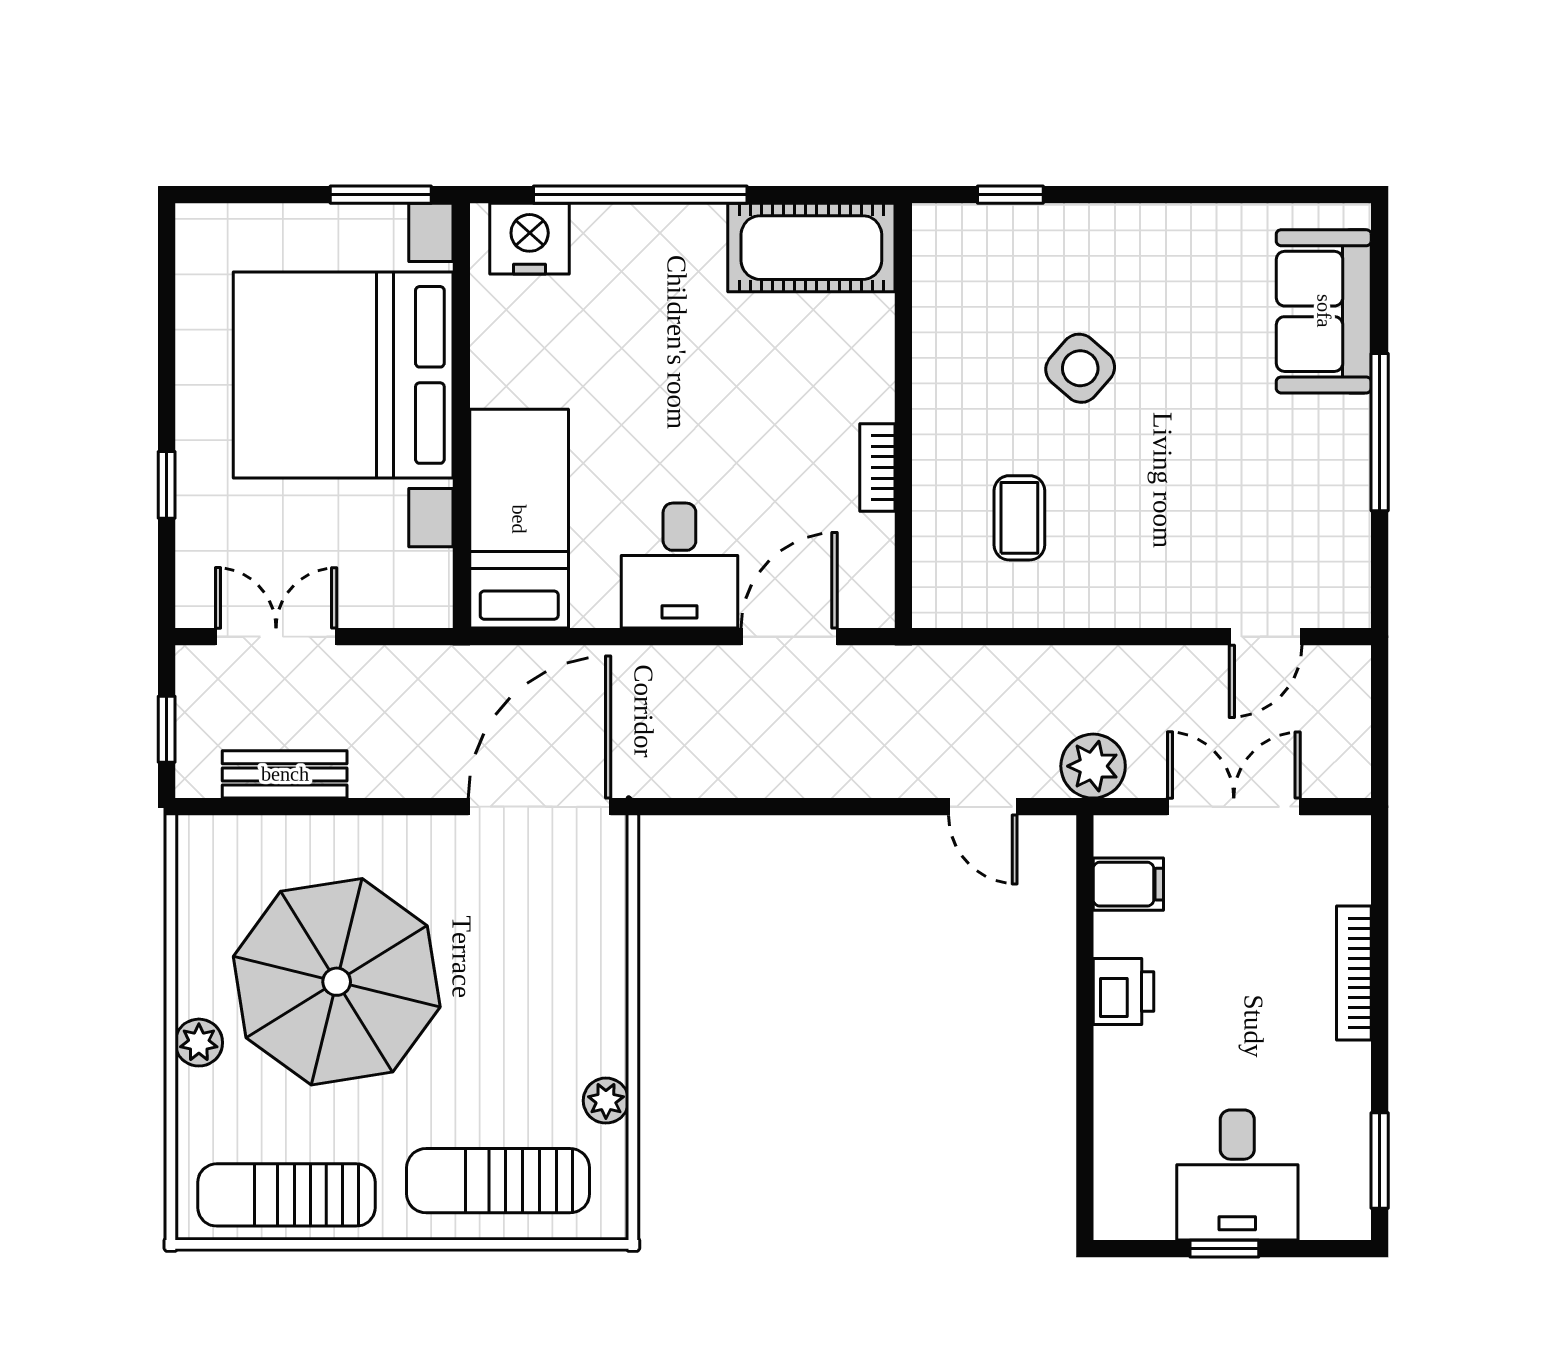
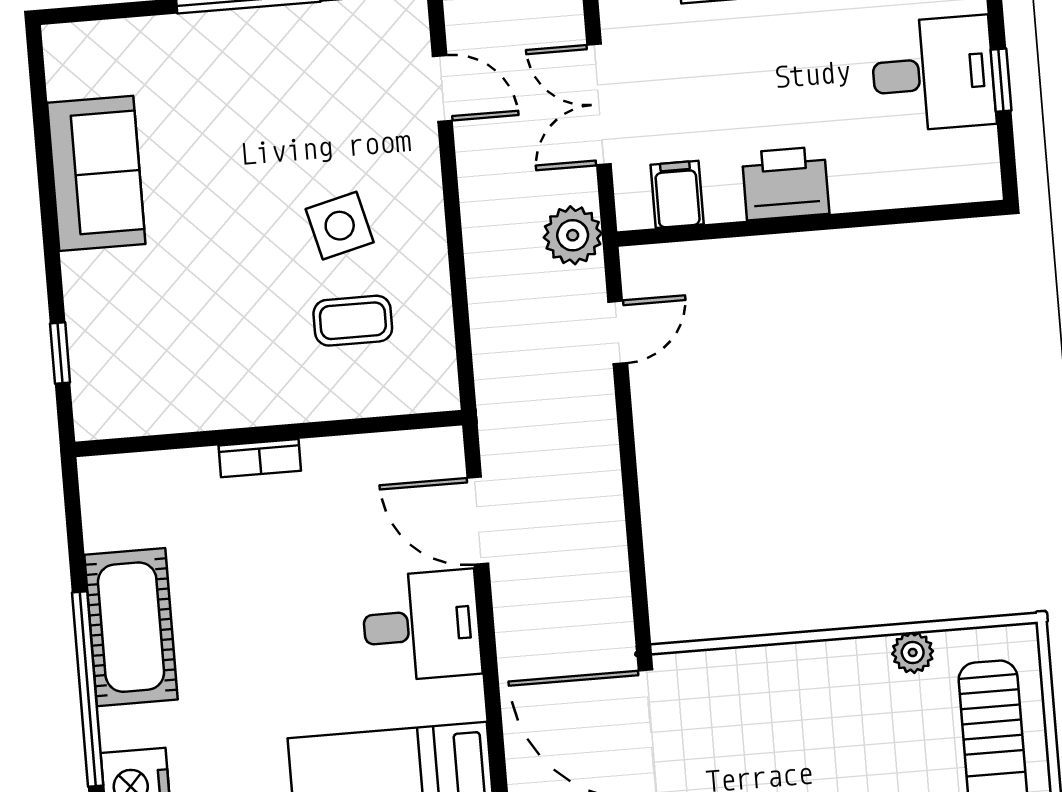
cot: (811, 248) -> (131, 627), moved
sofa: (1324, 311) -> (96, 173), moved, turned -90
side table: (1080, 368) -> (340, 226), moved, turned 35
bookcase: (877, 468) -> (260, 458), moved
printer: (1123, 992) -> (785, 183), width x1.36, depth x1.24

